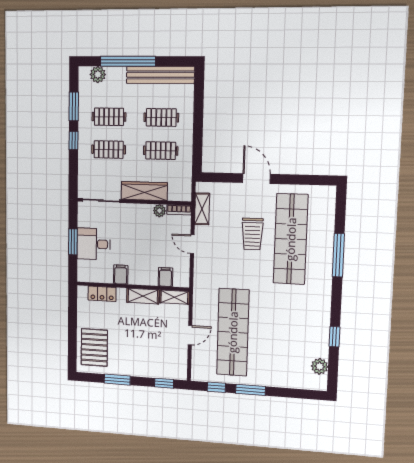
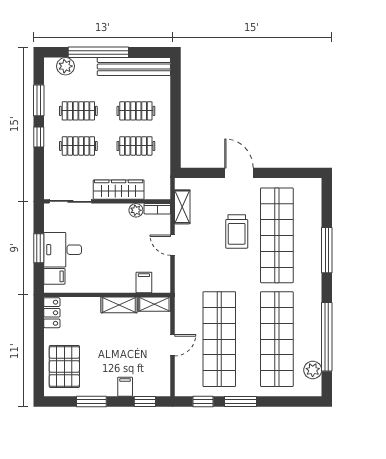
filing cabinet: (121, 275) -> (54, 276), moved, turned 90
locker: (102, 294) -> (52, 313), moved, turned -90
shop shelf: (287, 336) -> (277, 339), added
window: (334, 337) -> (327, 337), width x3.17
filing cabinet: (147, 369) -> (125, 387), added

